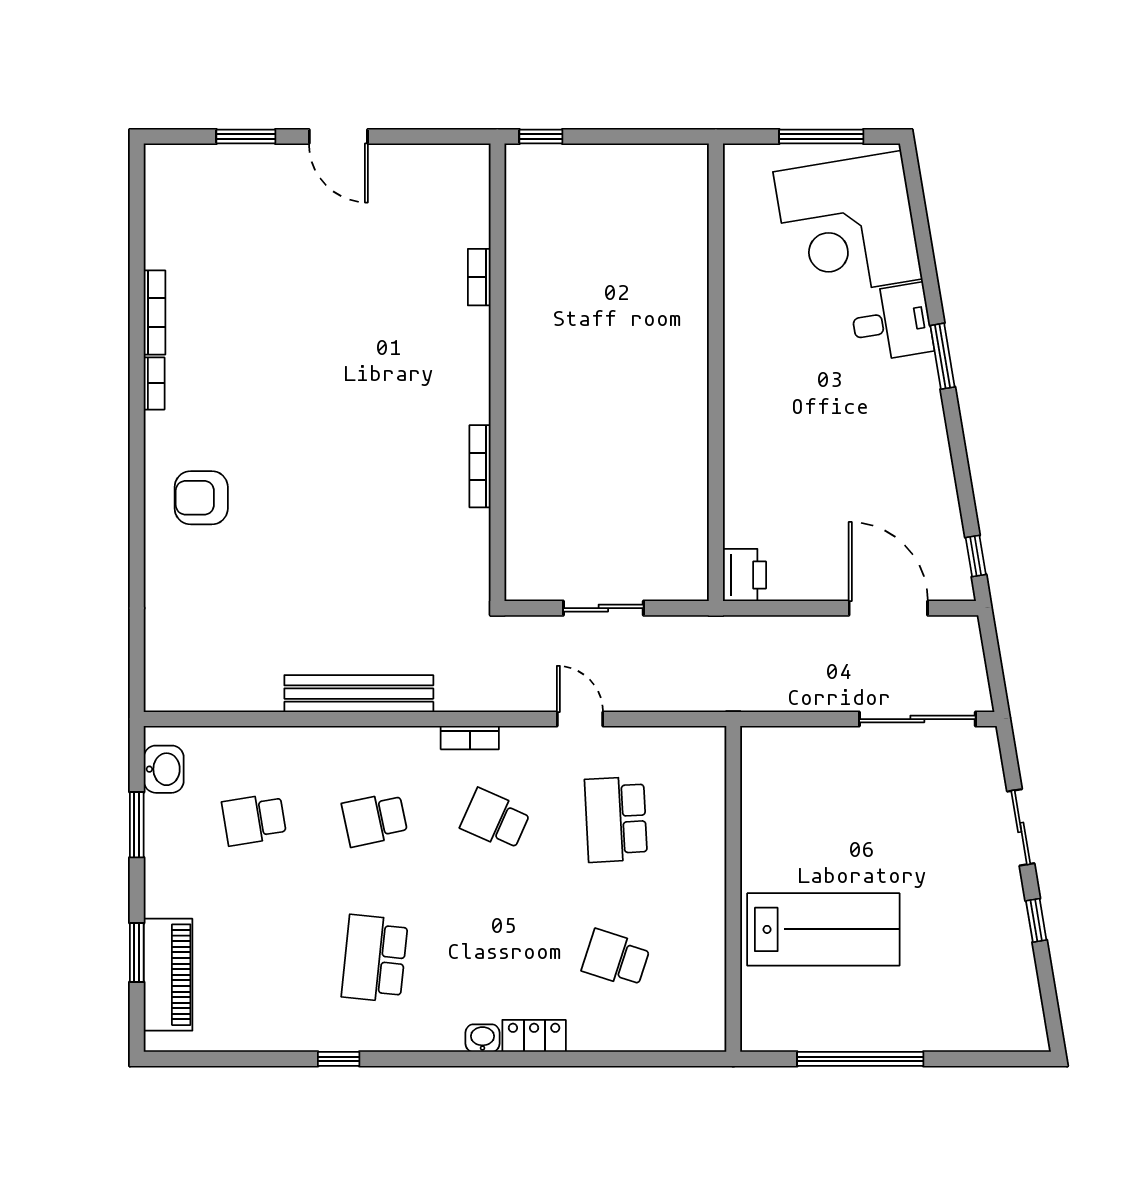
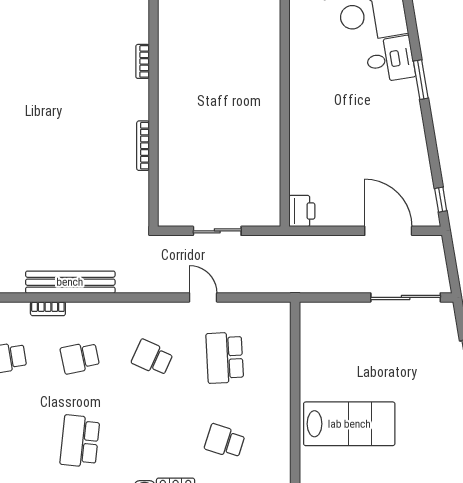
bookcase: (479, 277) -> (143, 61), moved
bookcase: (470, 738) -> (48, 309), moved

